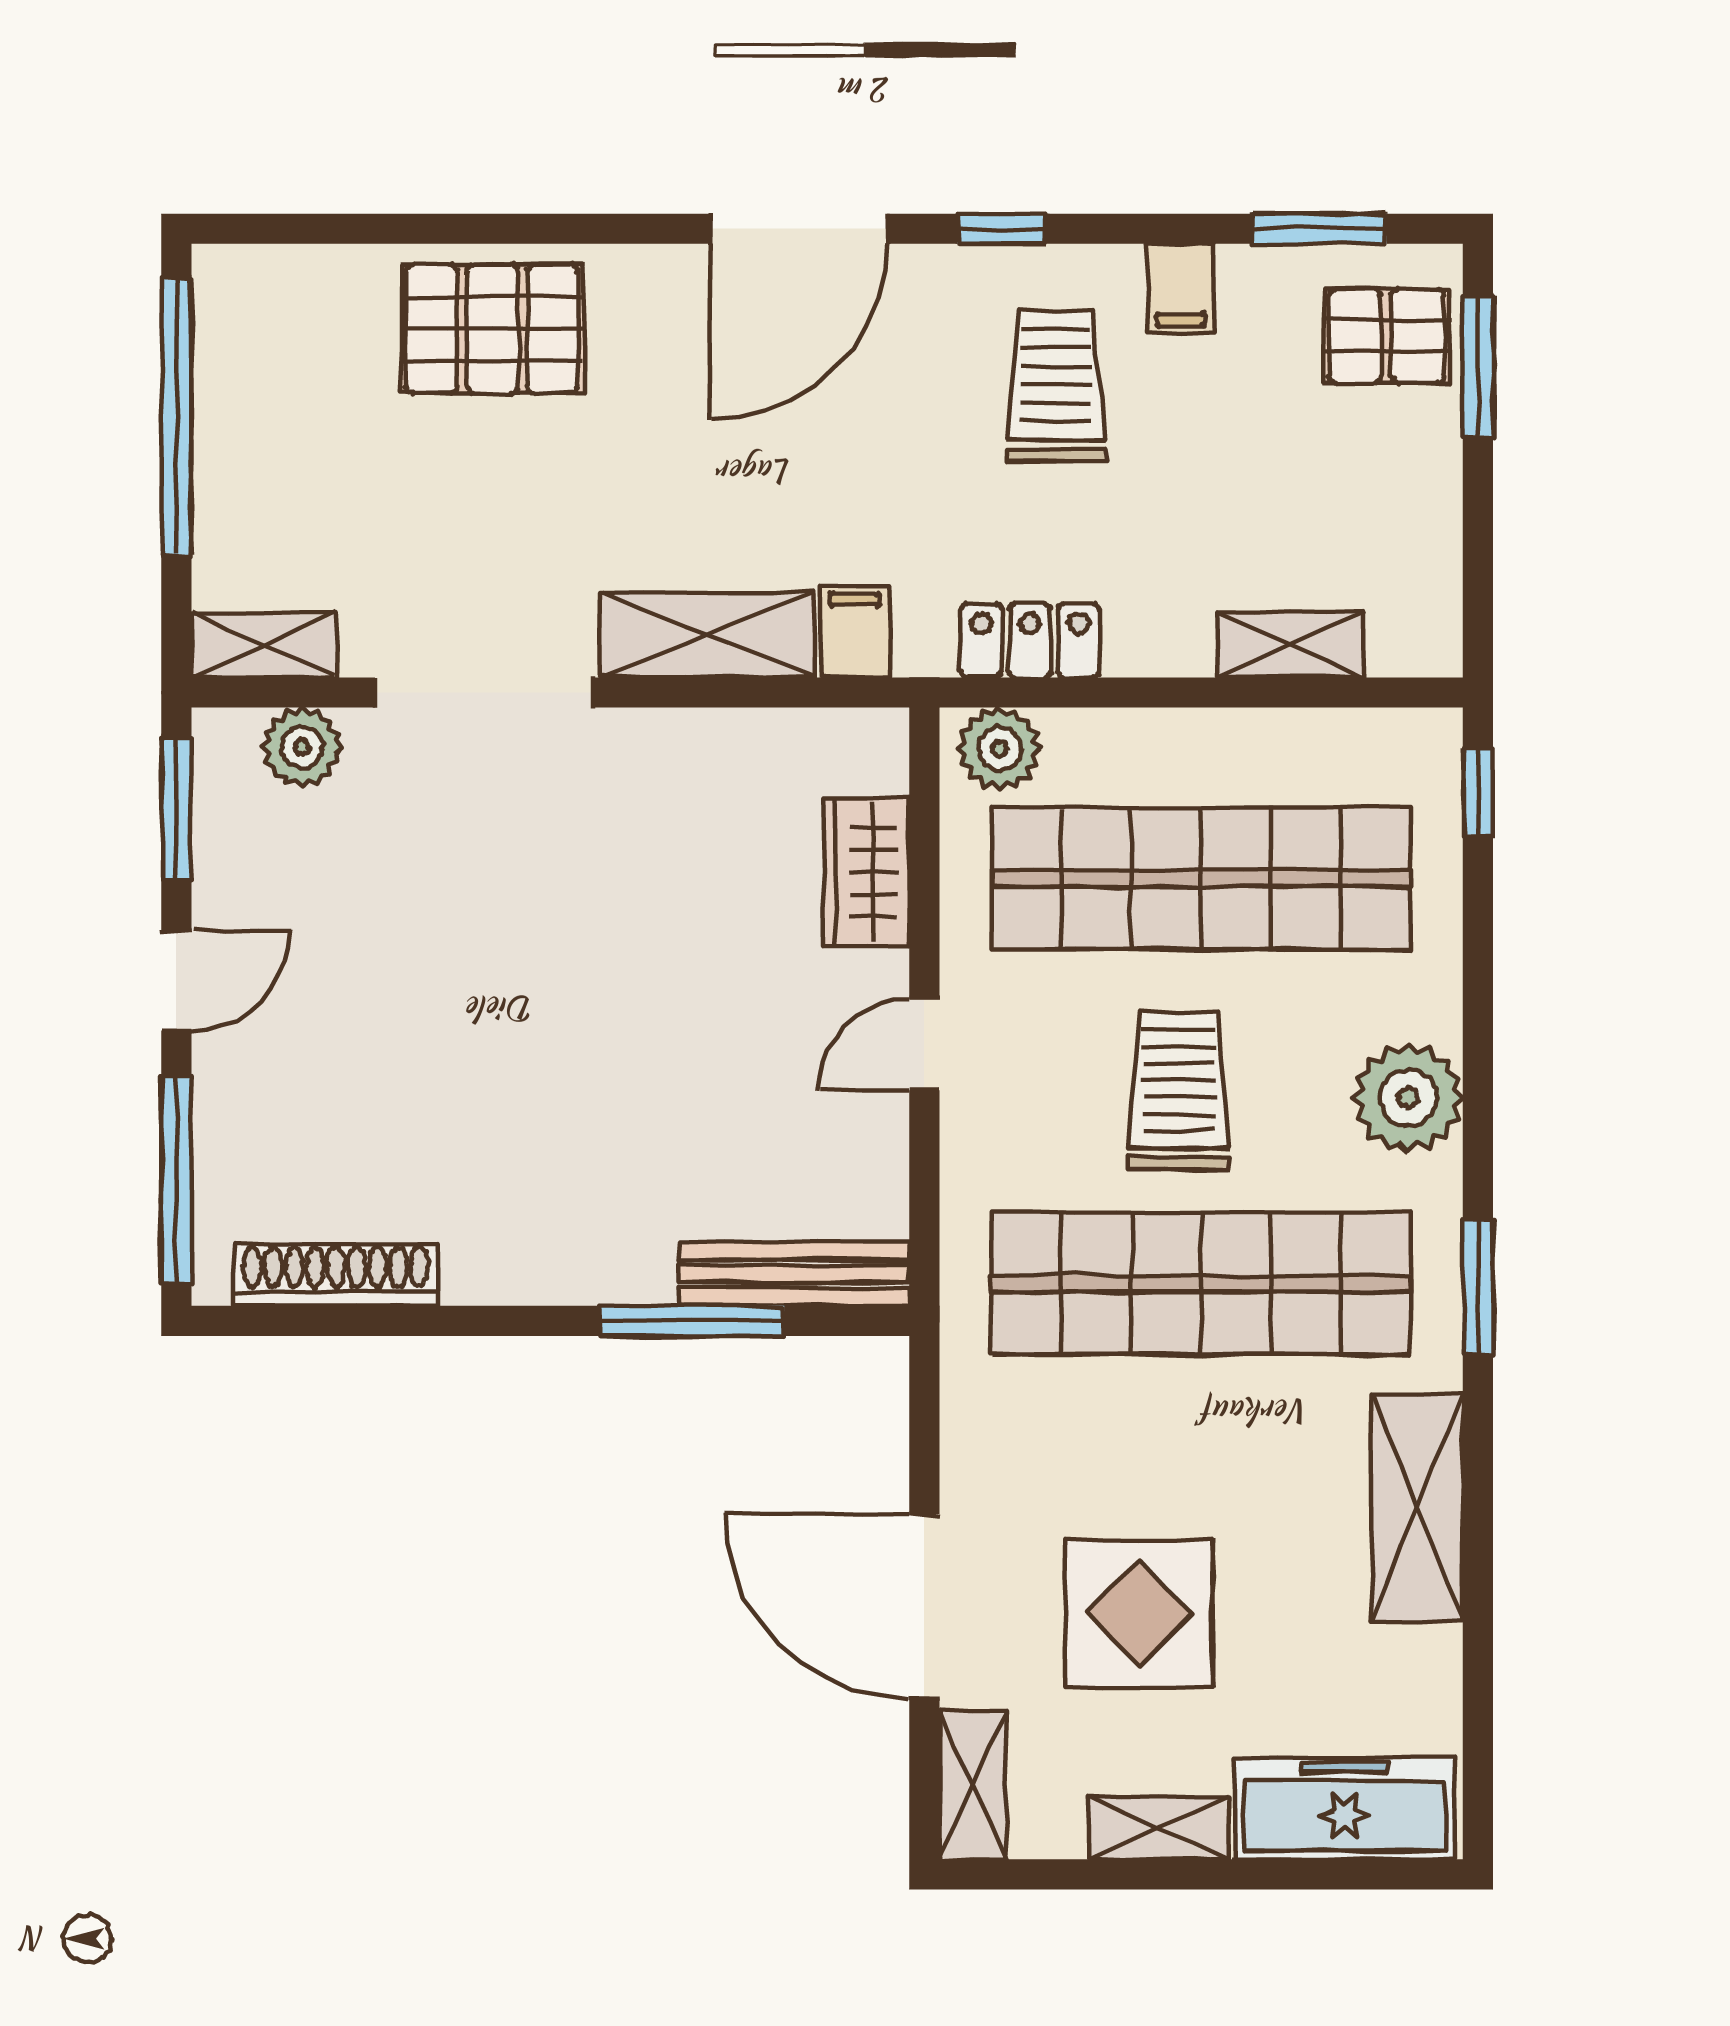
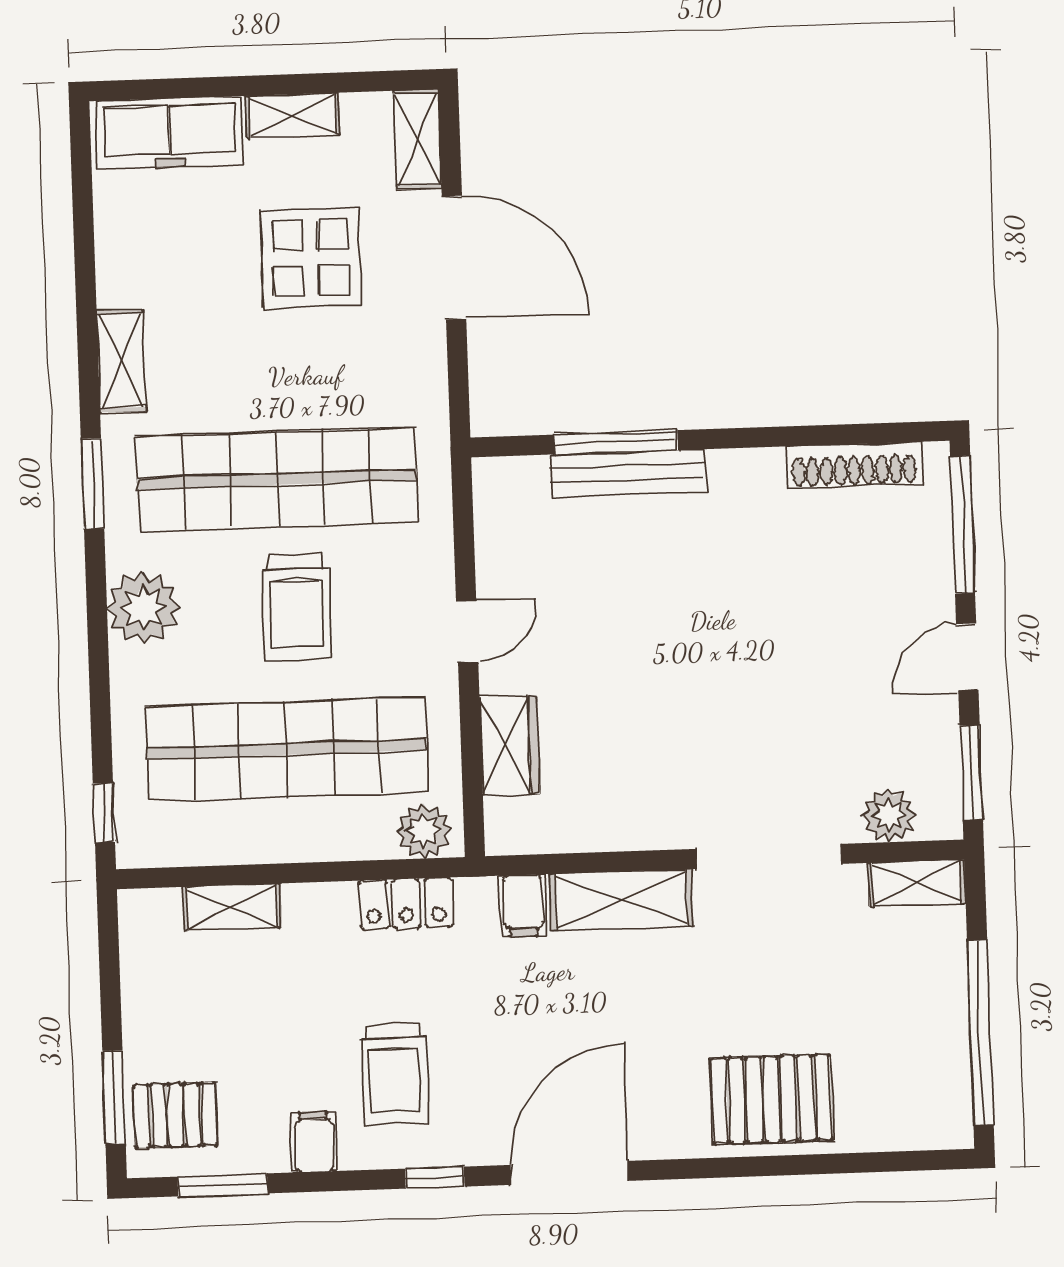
bench: (794, 1274) -> (628, 473), moved
shelving: (1417, 1507) -> (121, 361), width x0.67, depth x0.75

